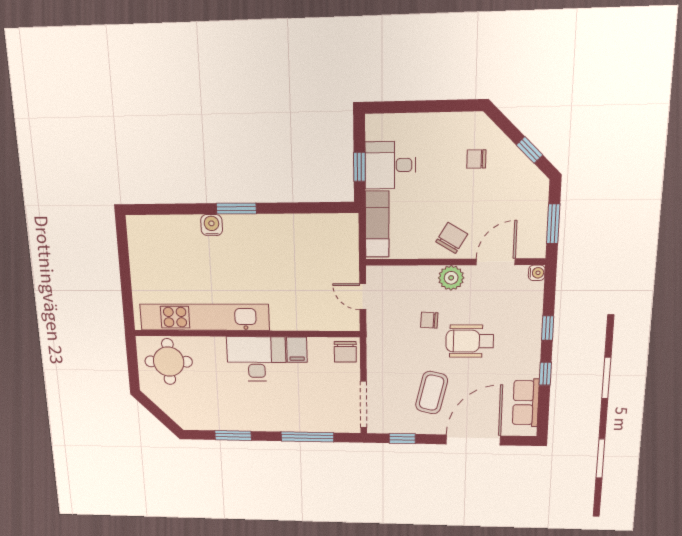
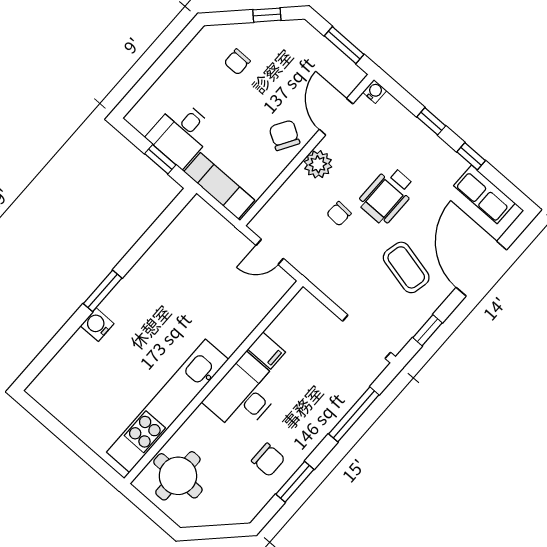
chair: (345, 352) -> (268, 460), moved

